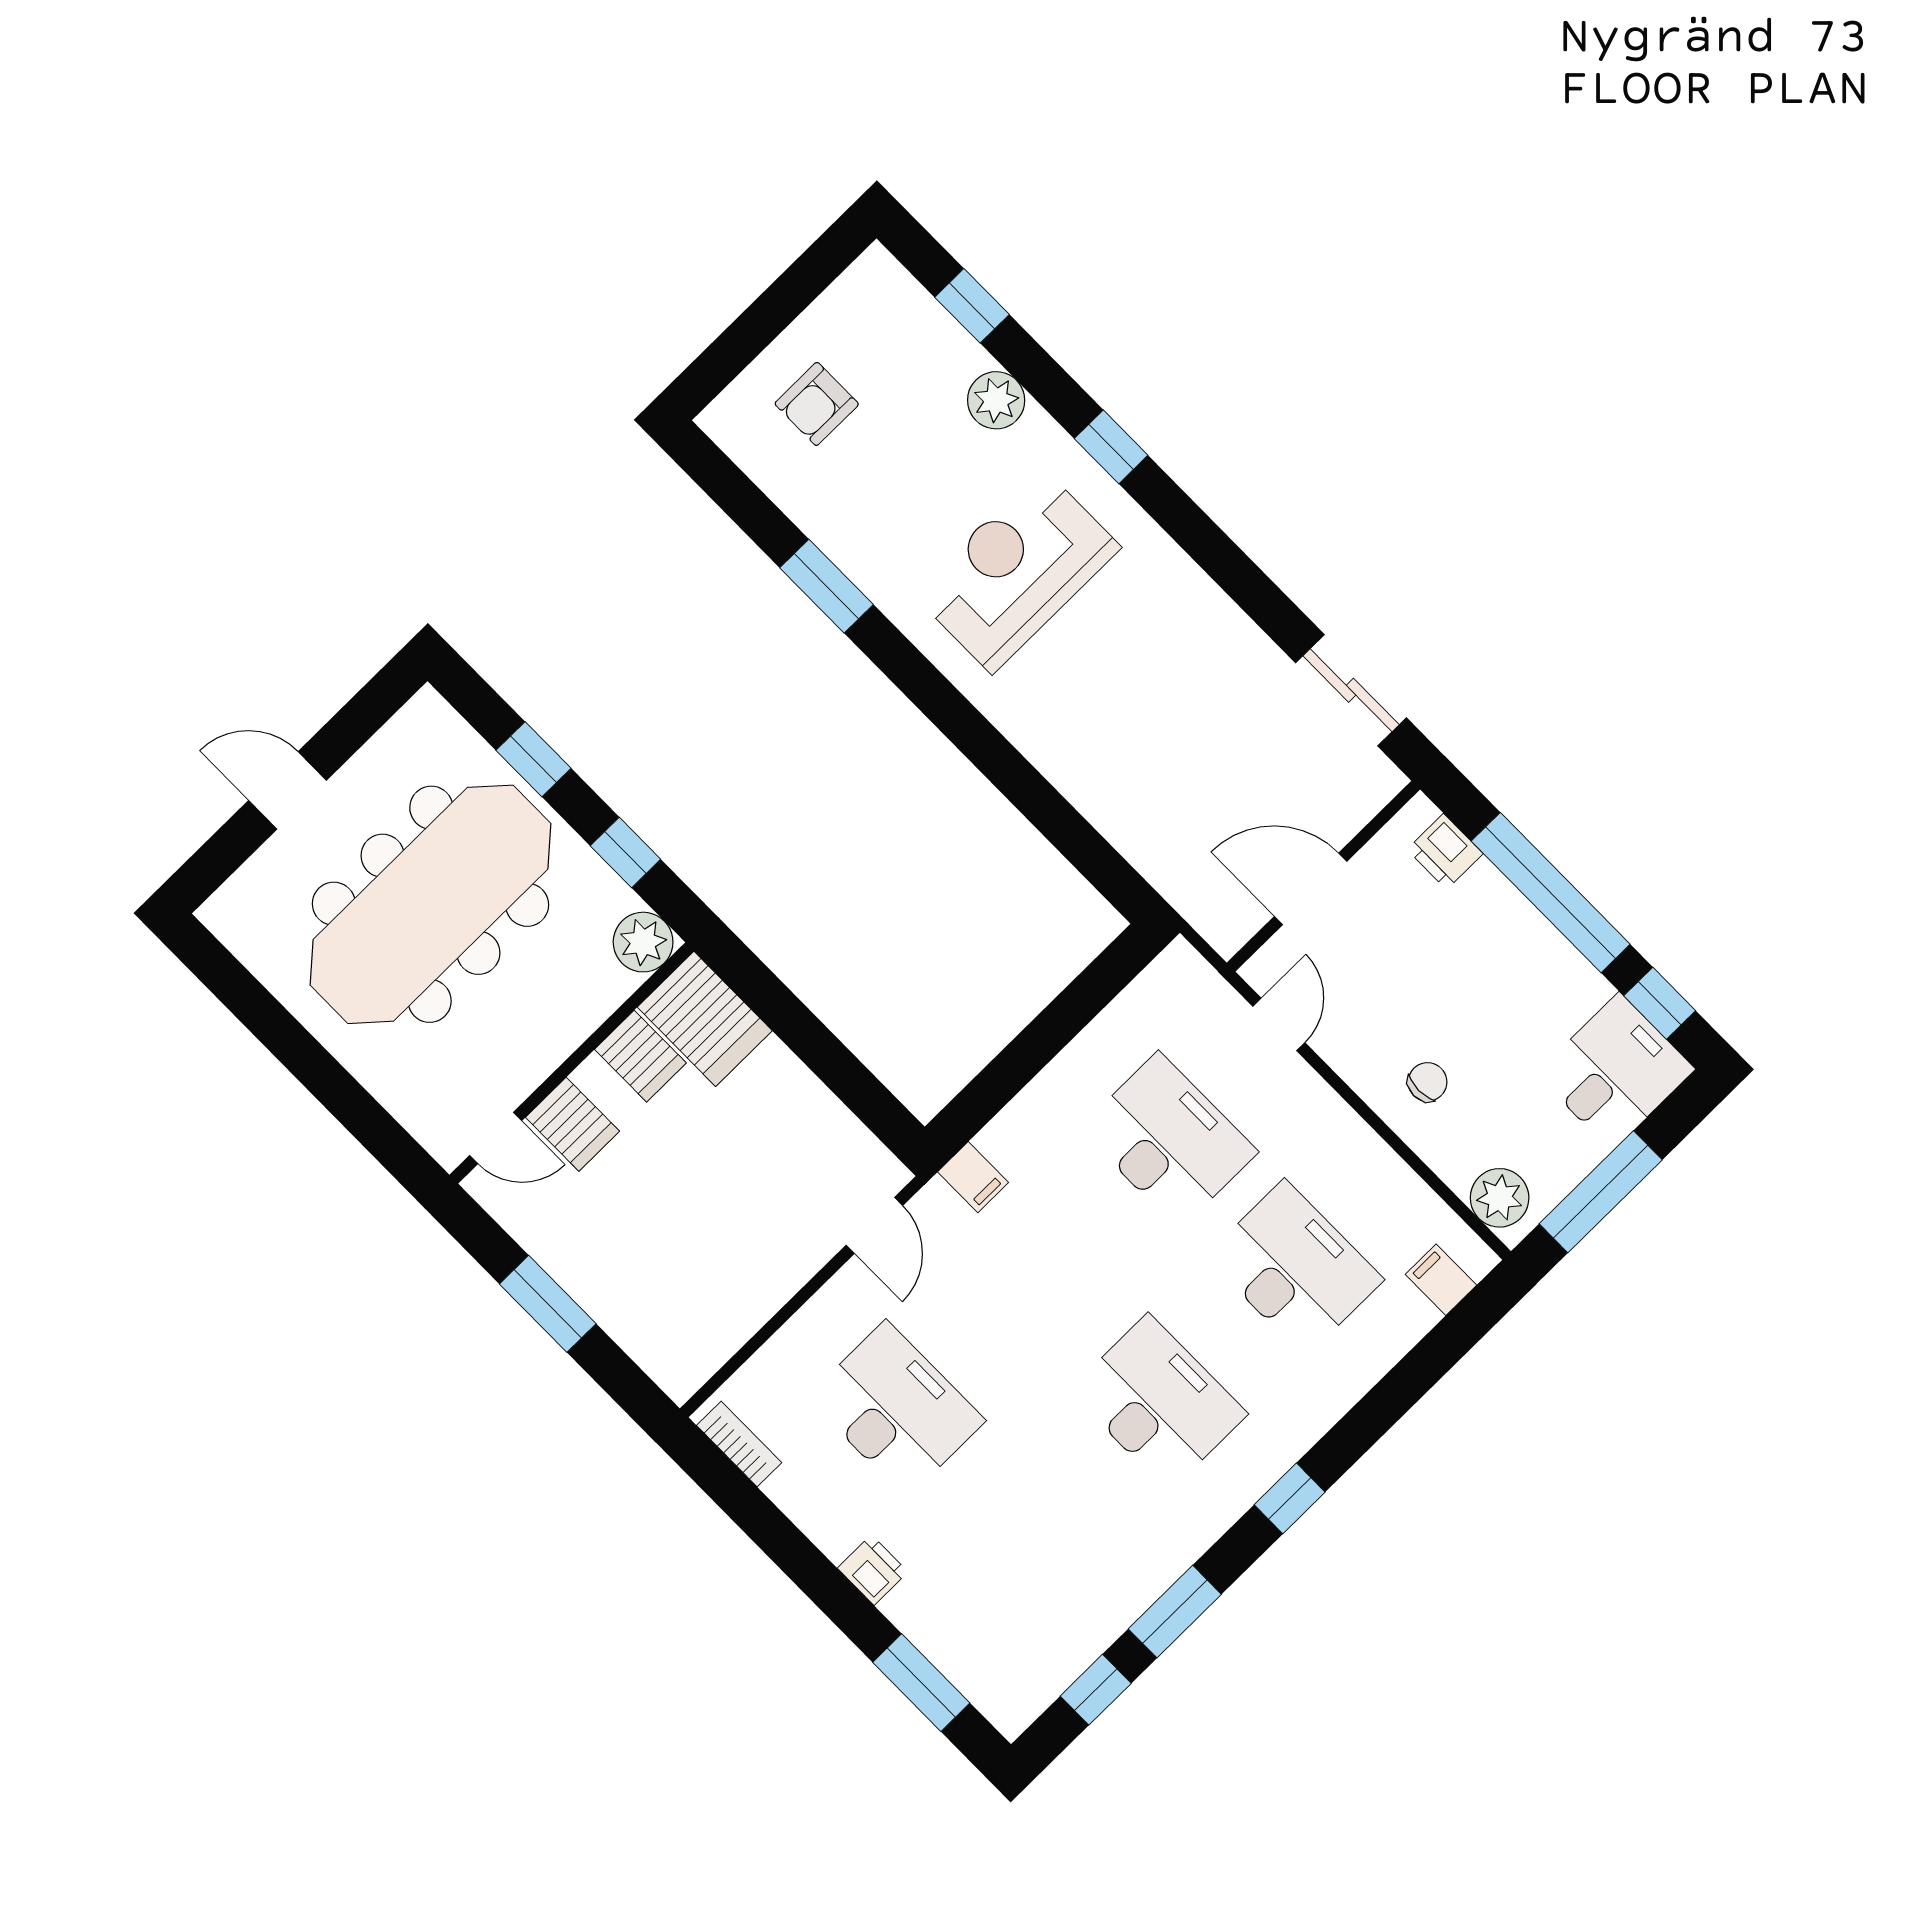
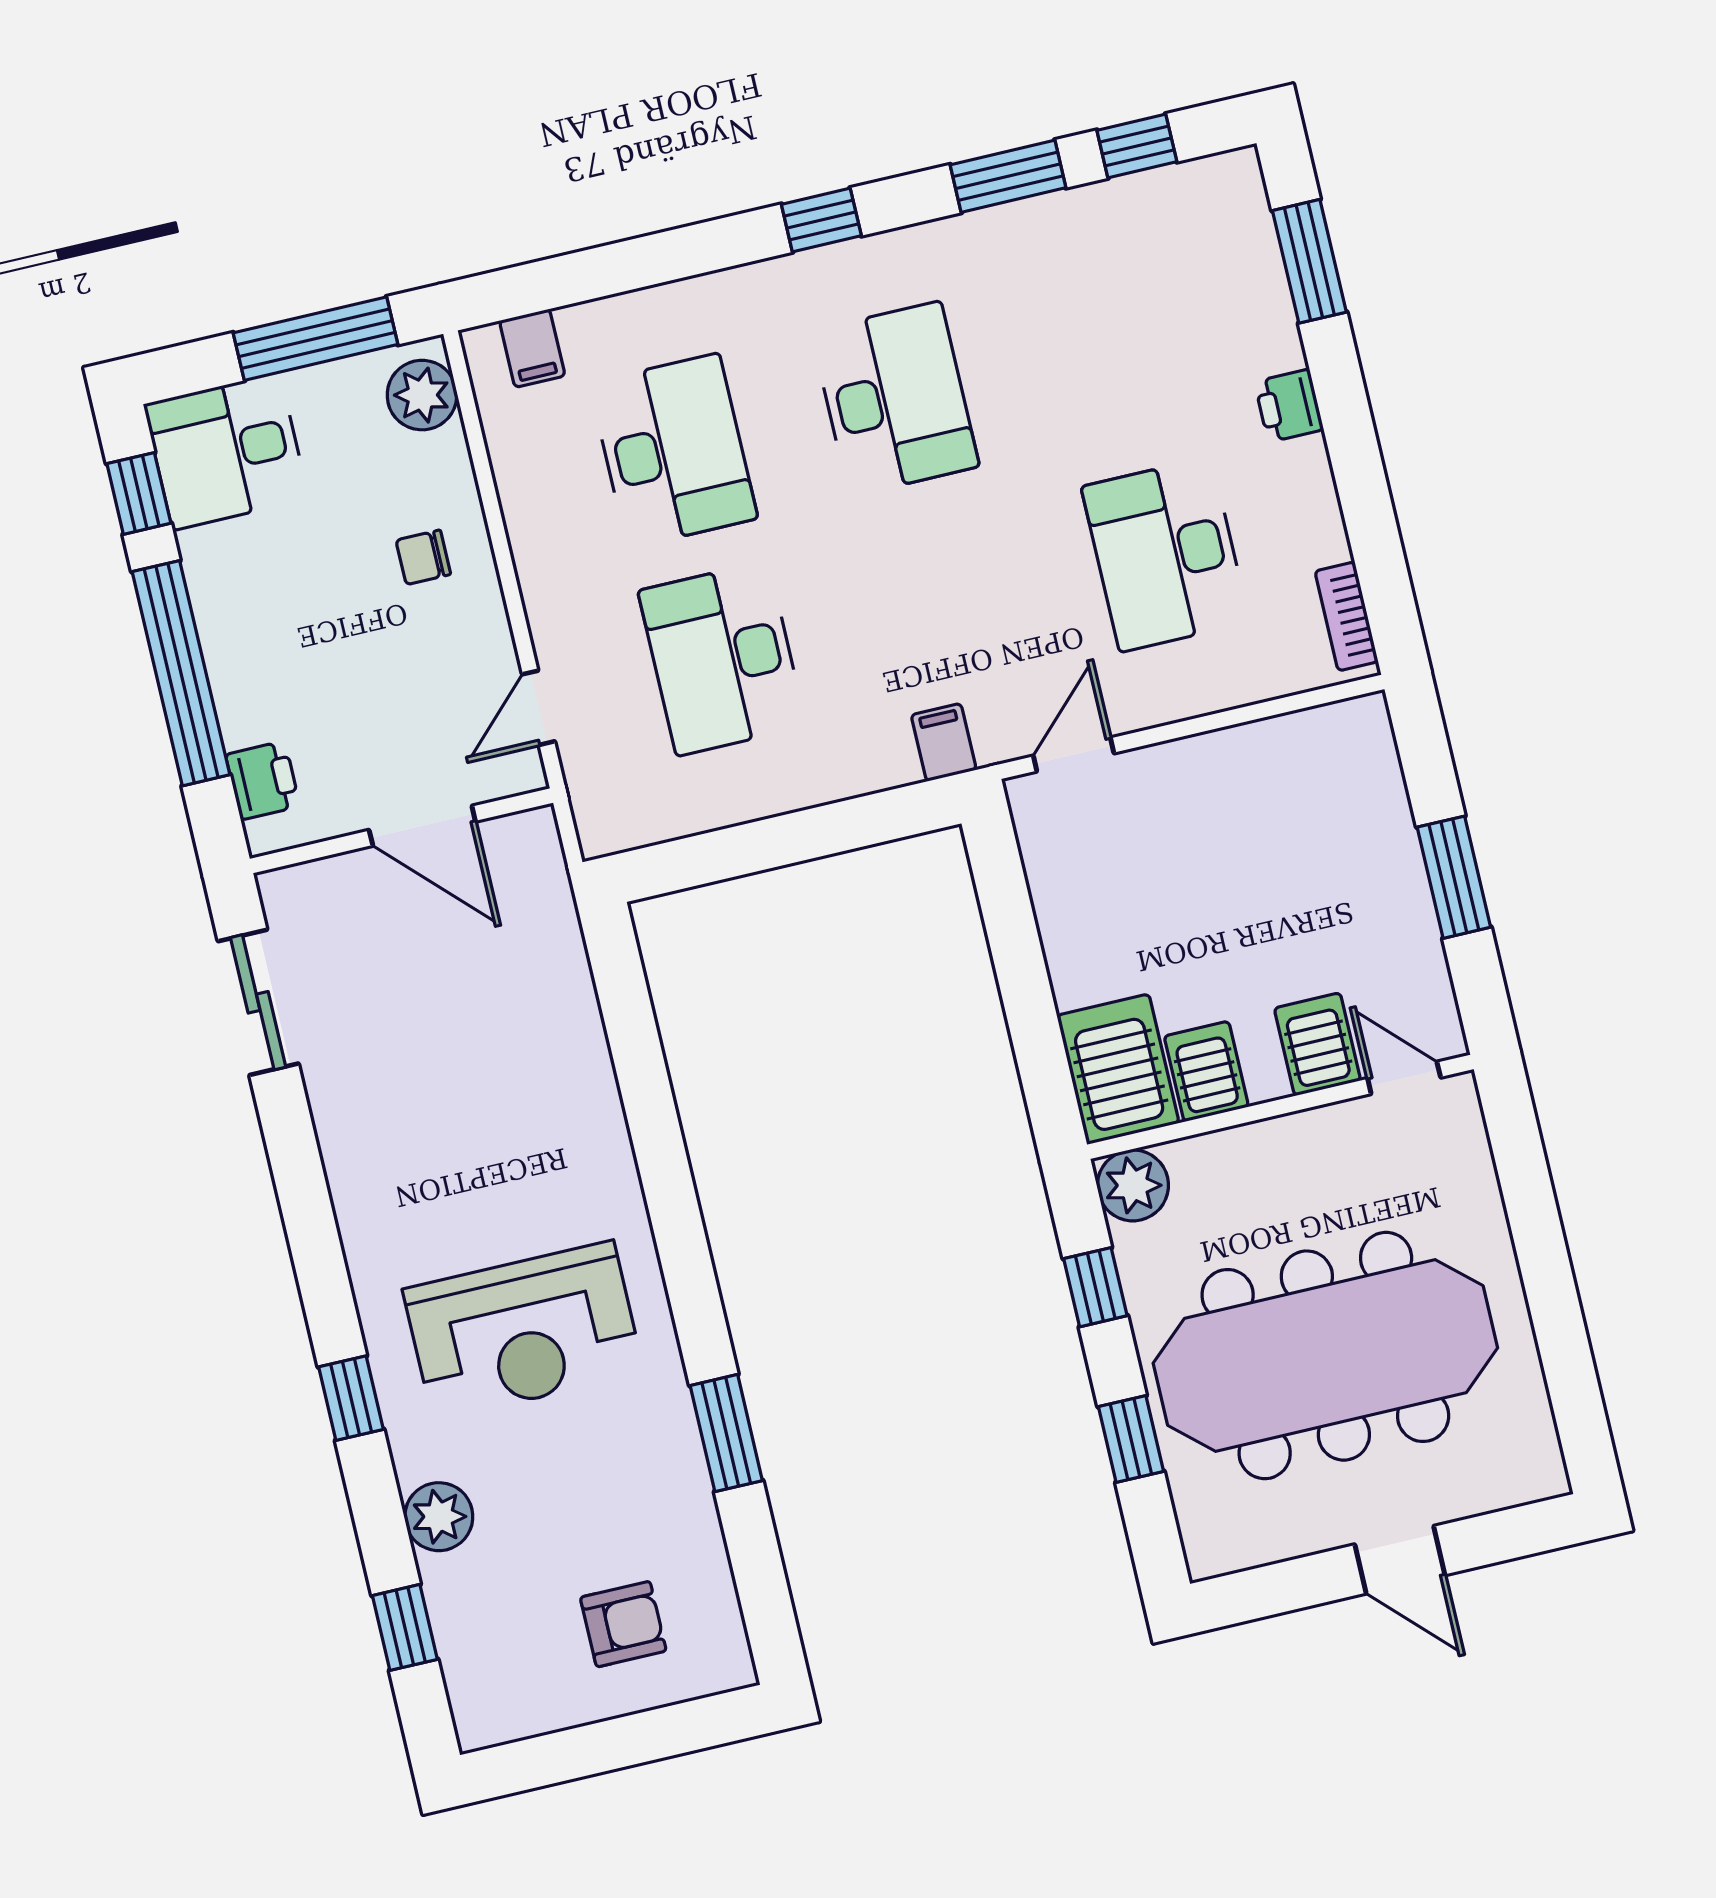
desk: (1295, 1268) -> (673, 451), turned 180
desk: (1158, 1402) -> (895, 399), turned 180

